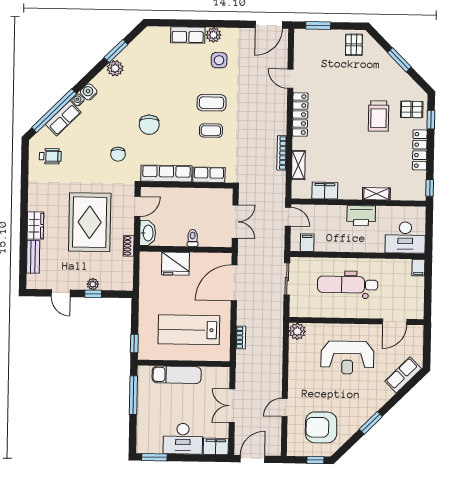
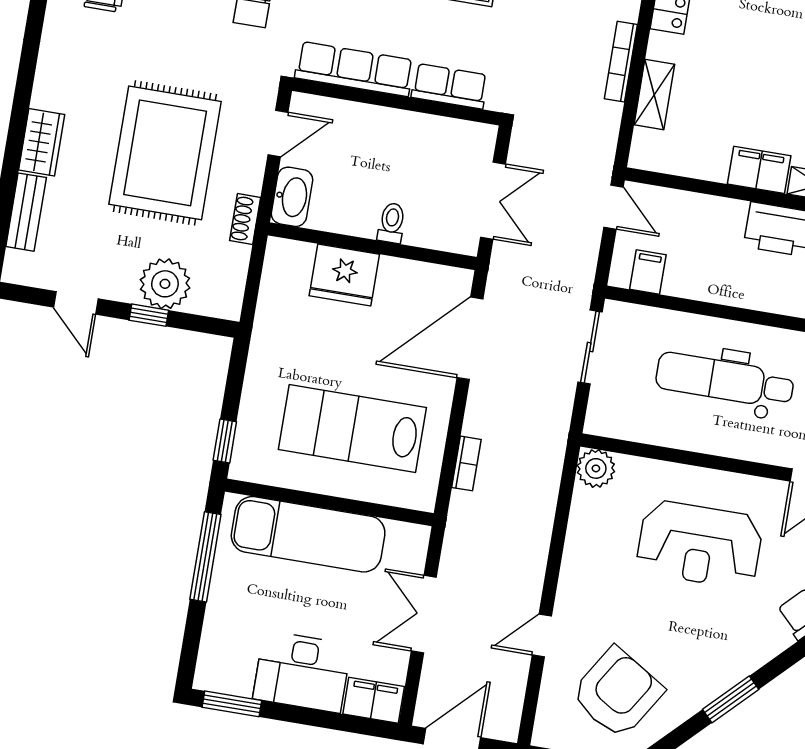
filing cabinet: (325, 191) -> (759, 170), moved
plant: (93, 284) -> (165, 284), width x1.87, depth x1.87
exam couch: (177, 375) -> (308, 534), width x1.36, depth x1.45
armchair: (321, 427) -> (617, 693), turned 122

